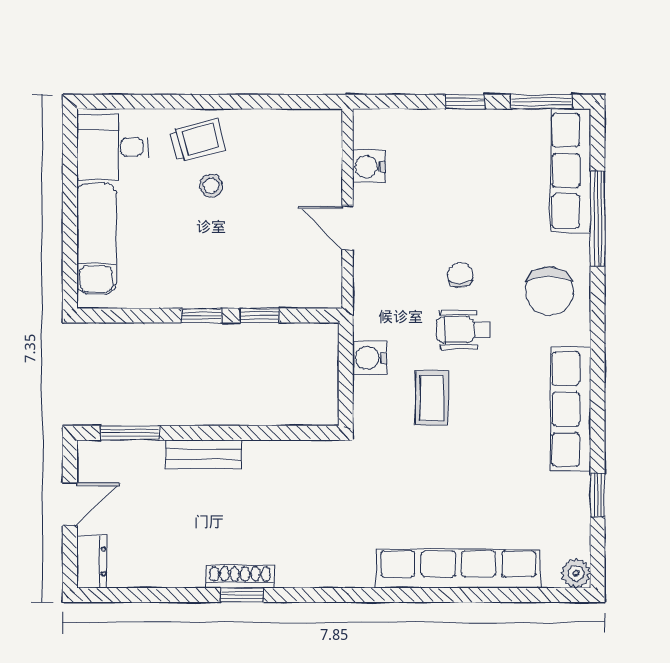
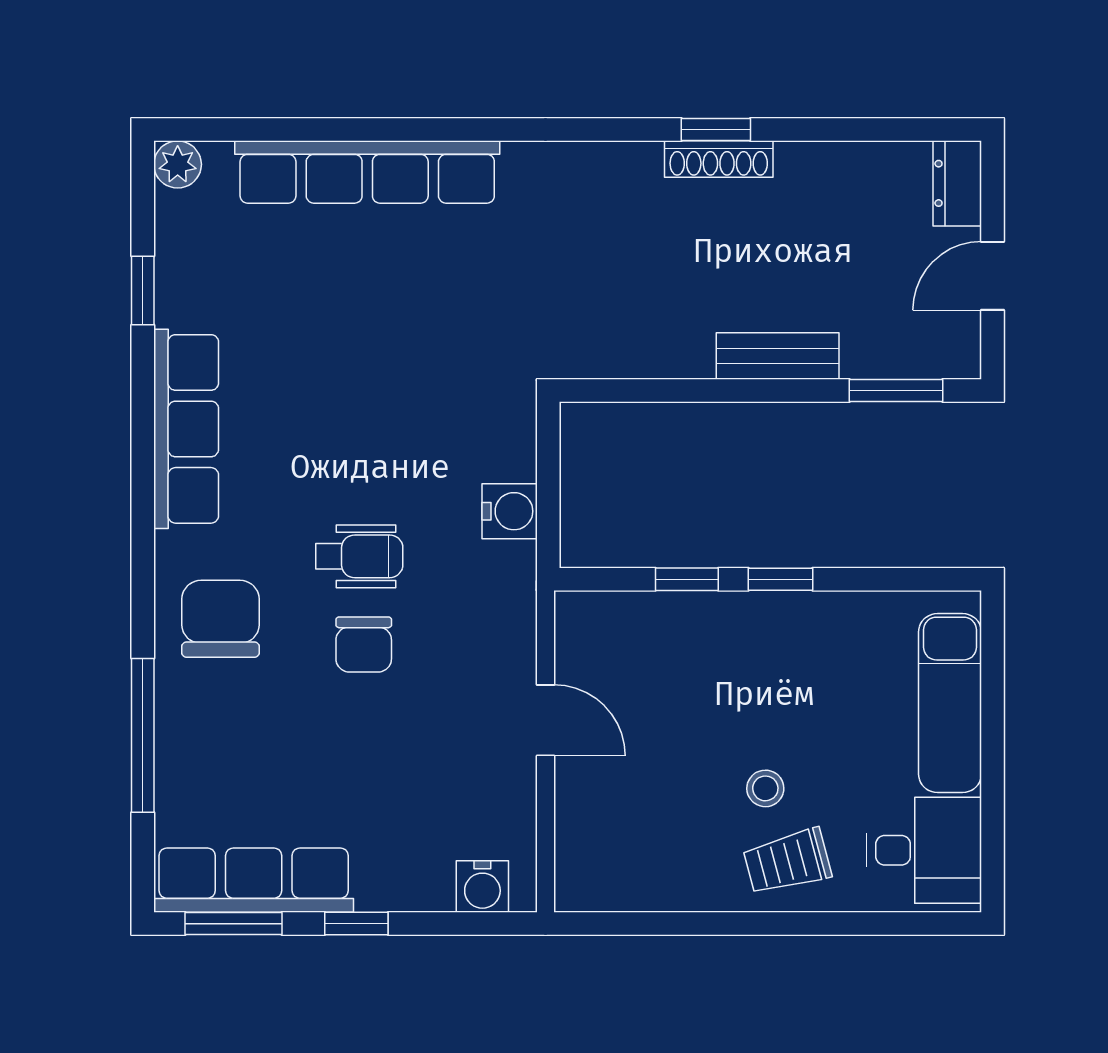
water cooler: (369, 167) -> (482, 887), moved, turned 90
row of seats: (571, 171) -> (254, 880), moved, turned -90
chair: (460, 275) -> (364, 644), width x1.37, depth x1.37
coffee table: (432, 398) -> (410, 447), removed

